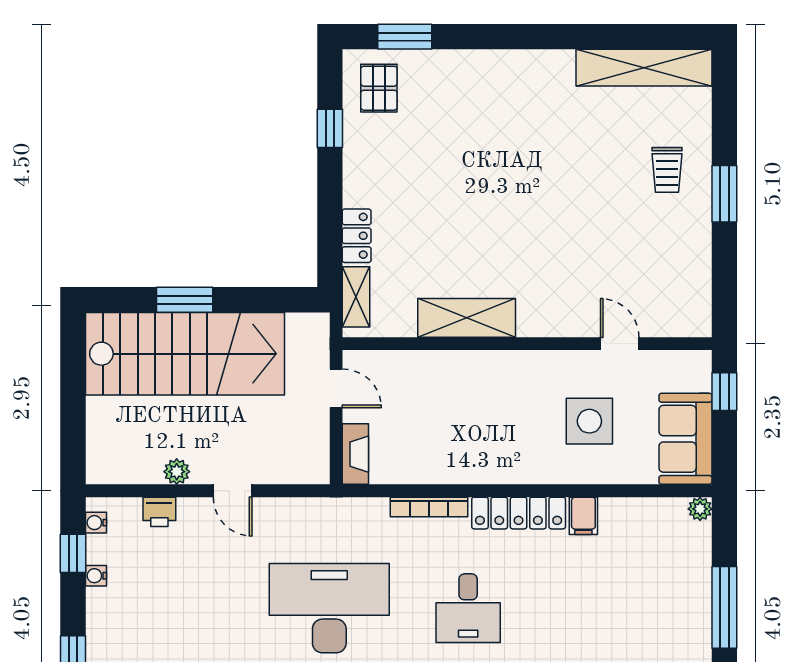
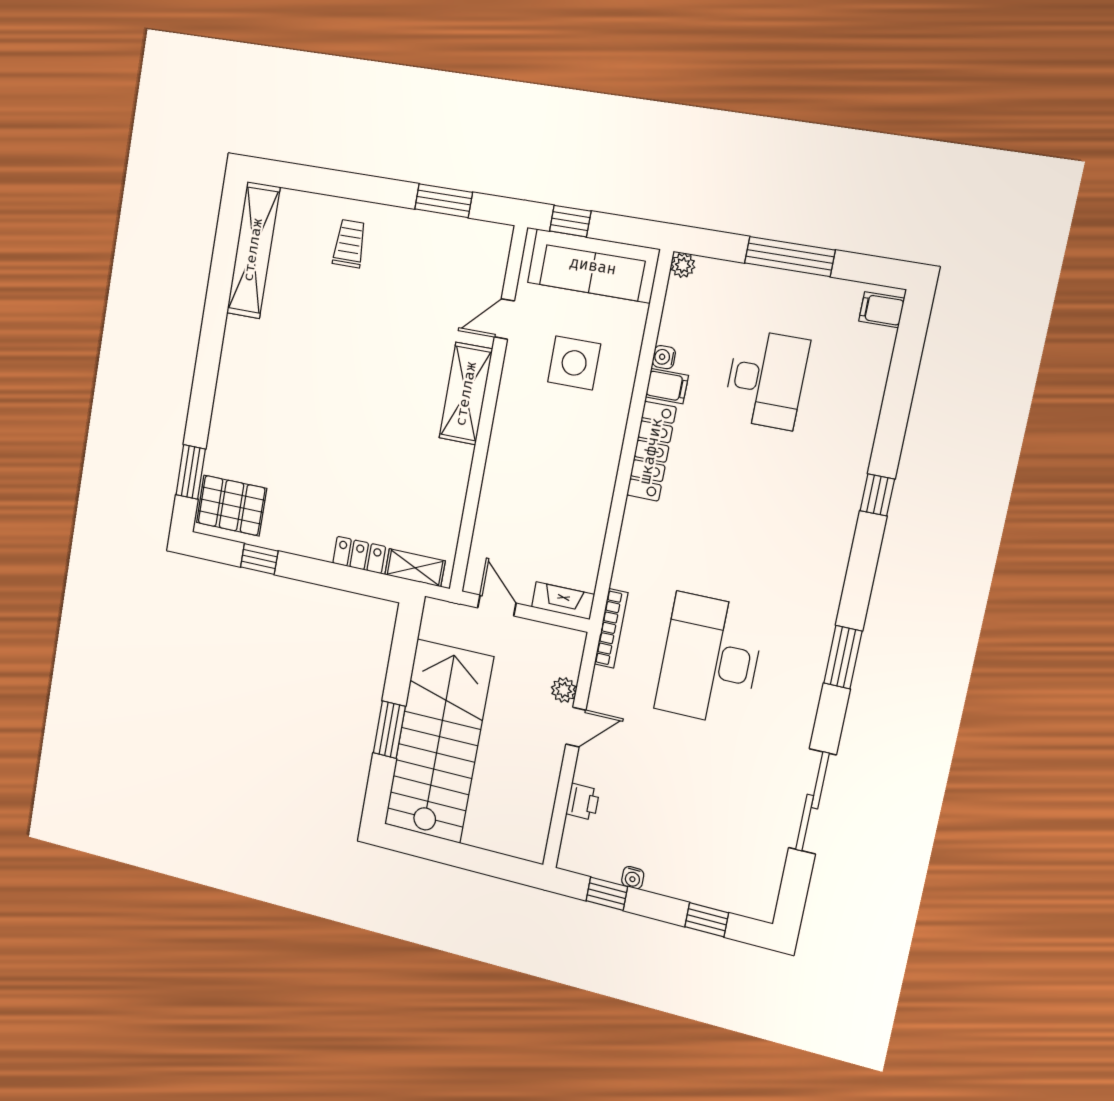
pallet: (379, 88) -> (232, 506), width x1.50, depth x1.42
trolley: (667, 170) -> (349, 244), turned -90
window: (724, 194) -> (444, 201), moved
shelving: (467, 318) -> (466, 394), moved
door: (336, 388) -> (497, 606), hinge flipped
sofa: (685, 439) -> (593, 266), width x1.36
plant: (177, 472) -> (564, 690), moved
bookcase: (429, 507) -> (611, 628), moved
water cooler: (96, 523) -> (664, 357), moved, turned 90
desk: (468, 608) -> (766, 379), moved, width x1.37

